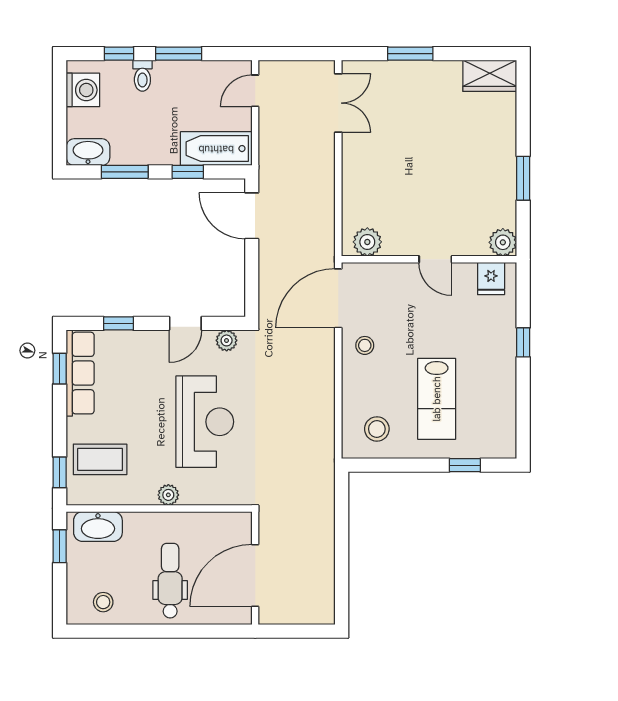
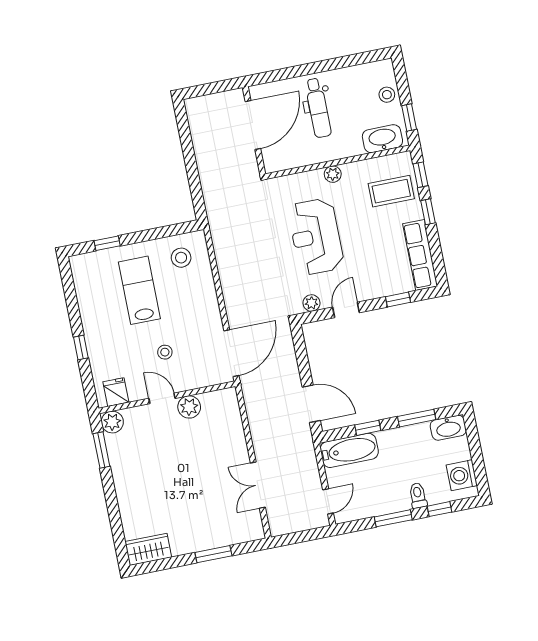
double door: (338, 103) -> (258, 485), moved
window: (523, 178) -> (101, 450), moved
plant: (367, 242) -> (189, 407), moved
stool: (365, 345) -> (165, 352), moved
window: (60, 369) -> (428, 212), moved
stool: (103, 602) -> (387, 95), moved

